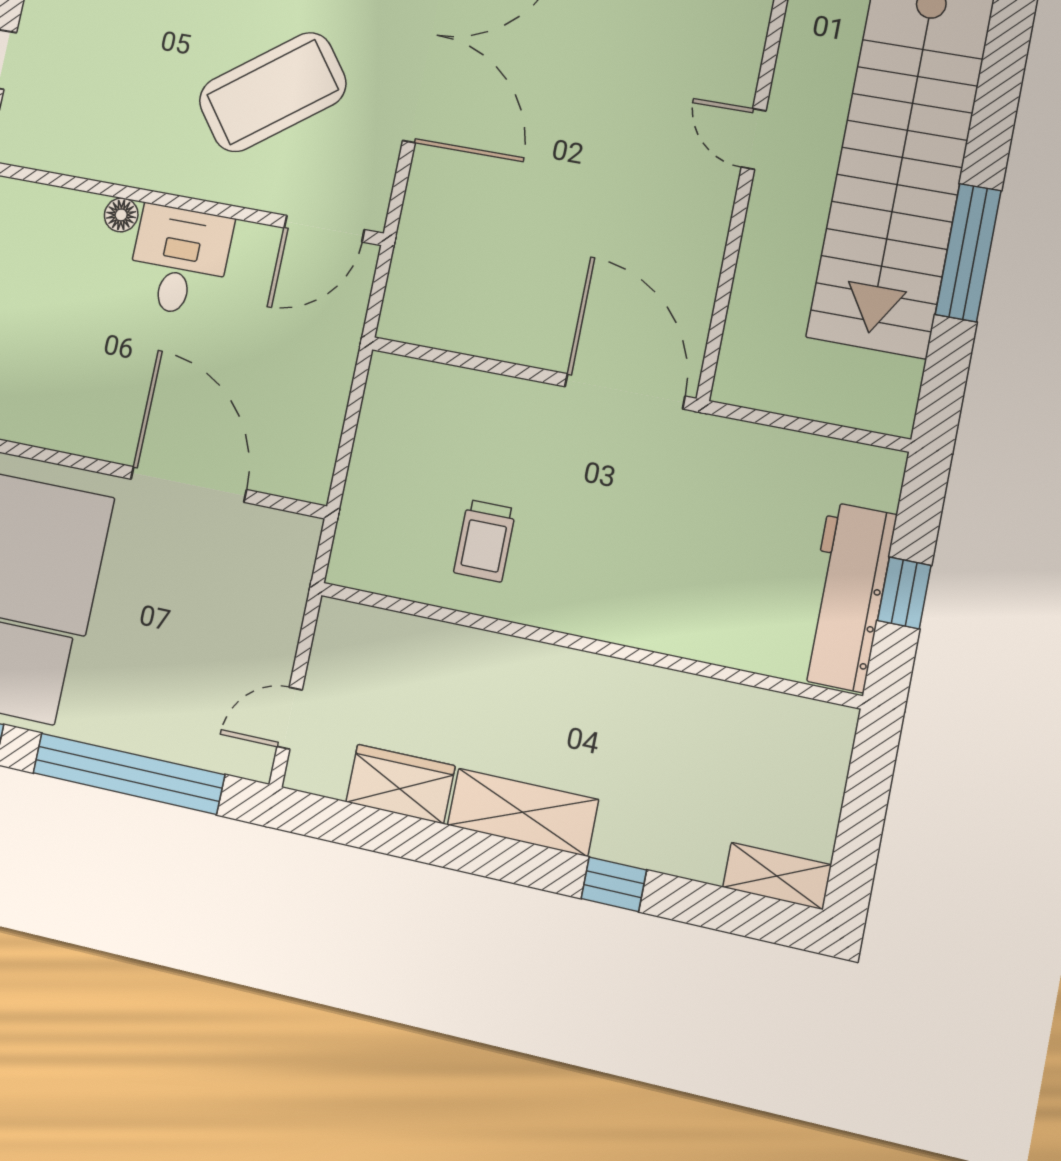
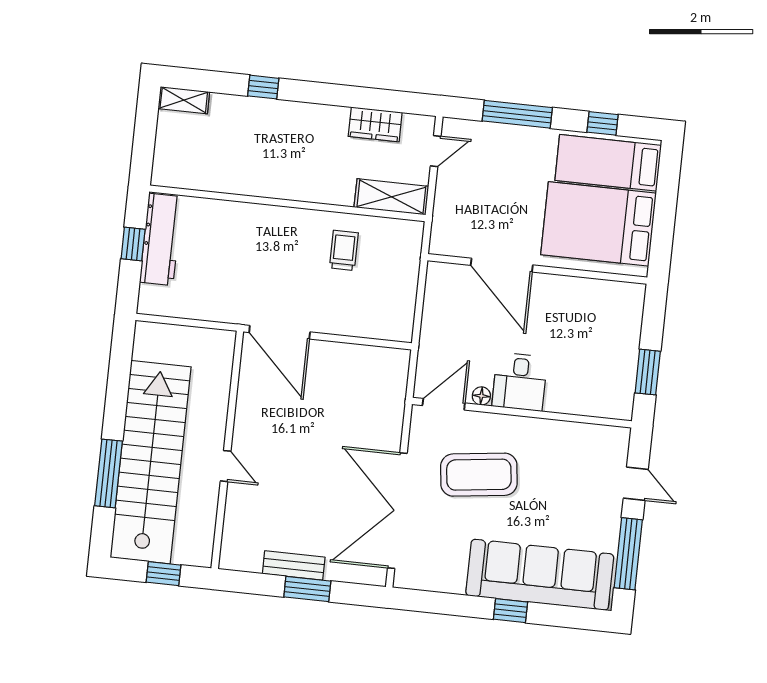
coffee table: (273, 92) -> (479, 475), turned 30
floor lamp: (121, 215) -> (481, 396), moved
window: (968, 253) -> (109, 473), moved
window: (129, 774) -> (517, 114), width x0.68
shelving: (523, 812) -> (391, 197), moved

